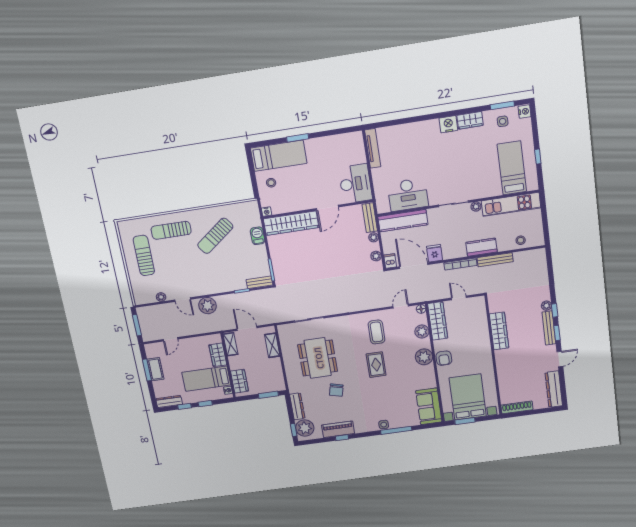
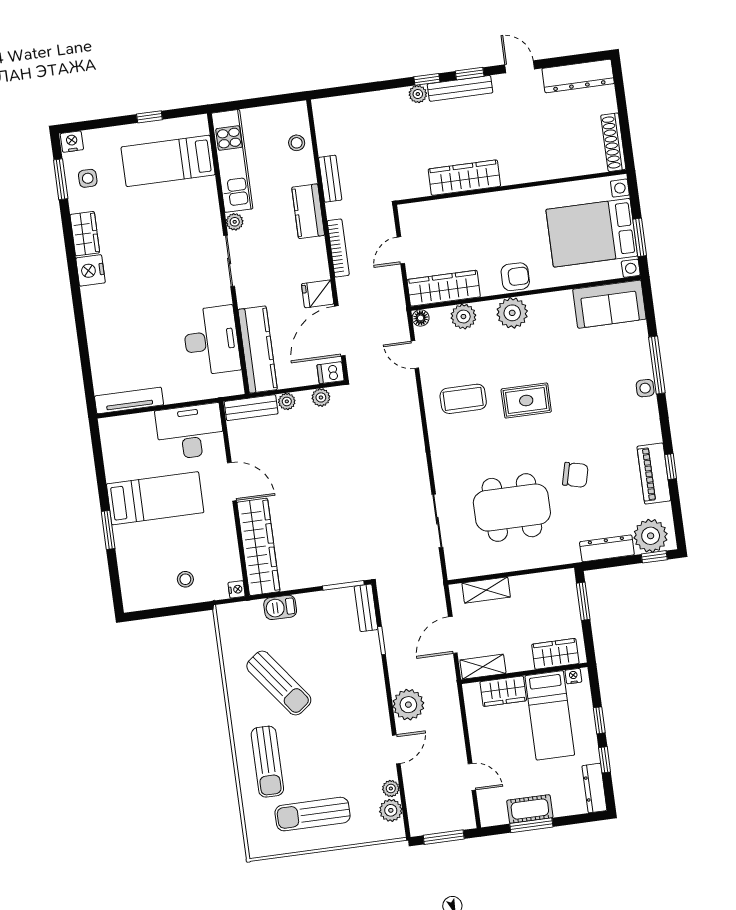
bed: (279, 156) -> (155, 498), moved, turned 90
bench: (495, 260) -> (330, 179), width x0.73
plant: (149, 297) -> (391, 810), added

